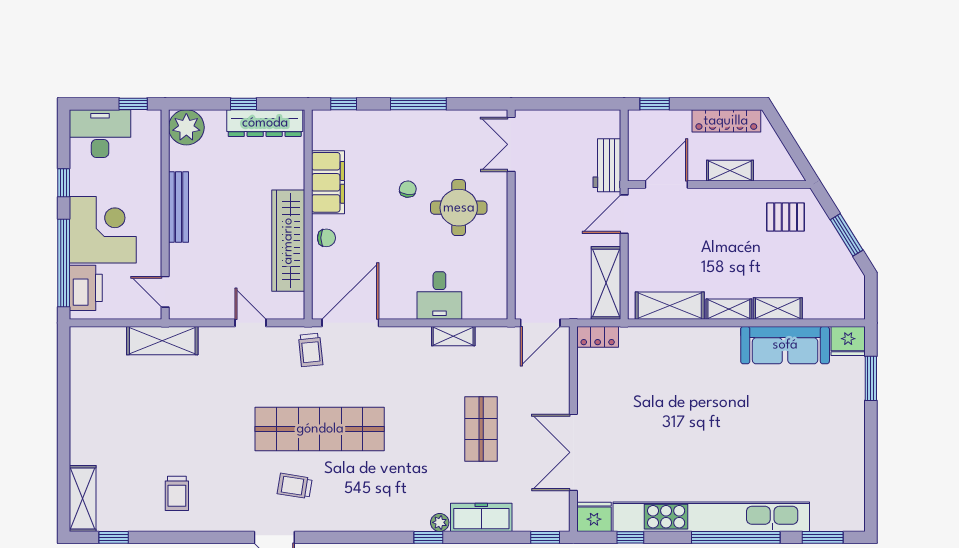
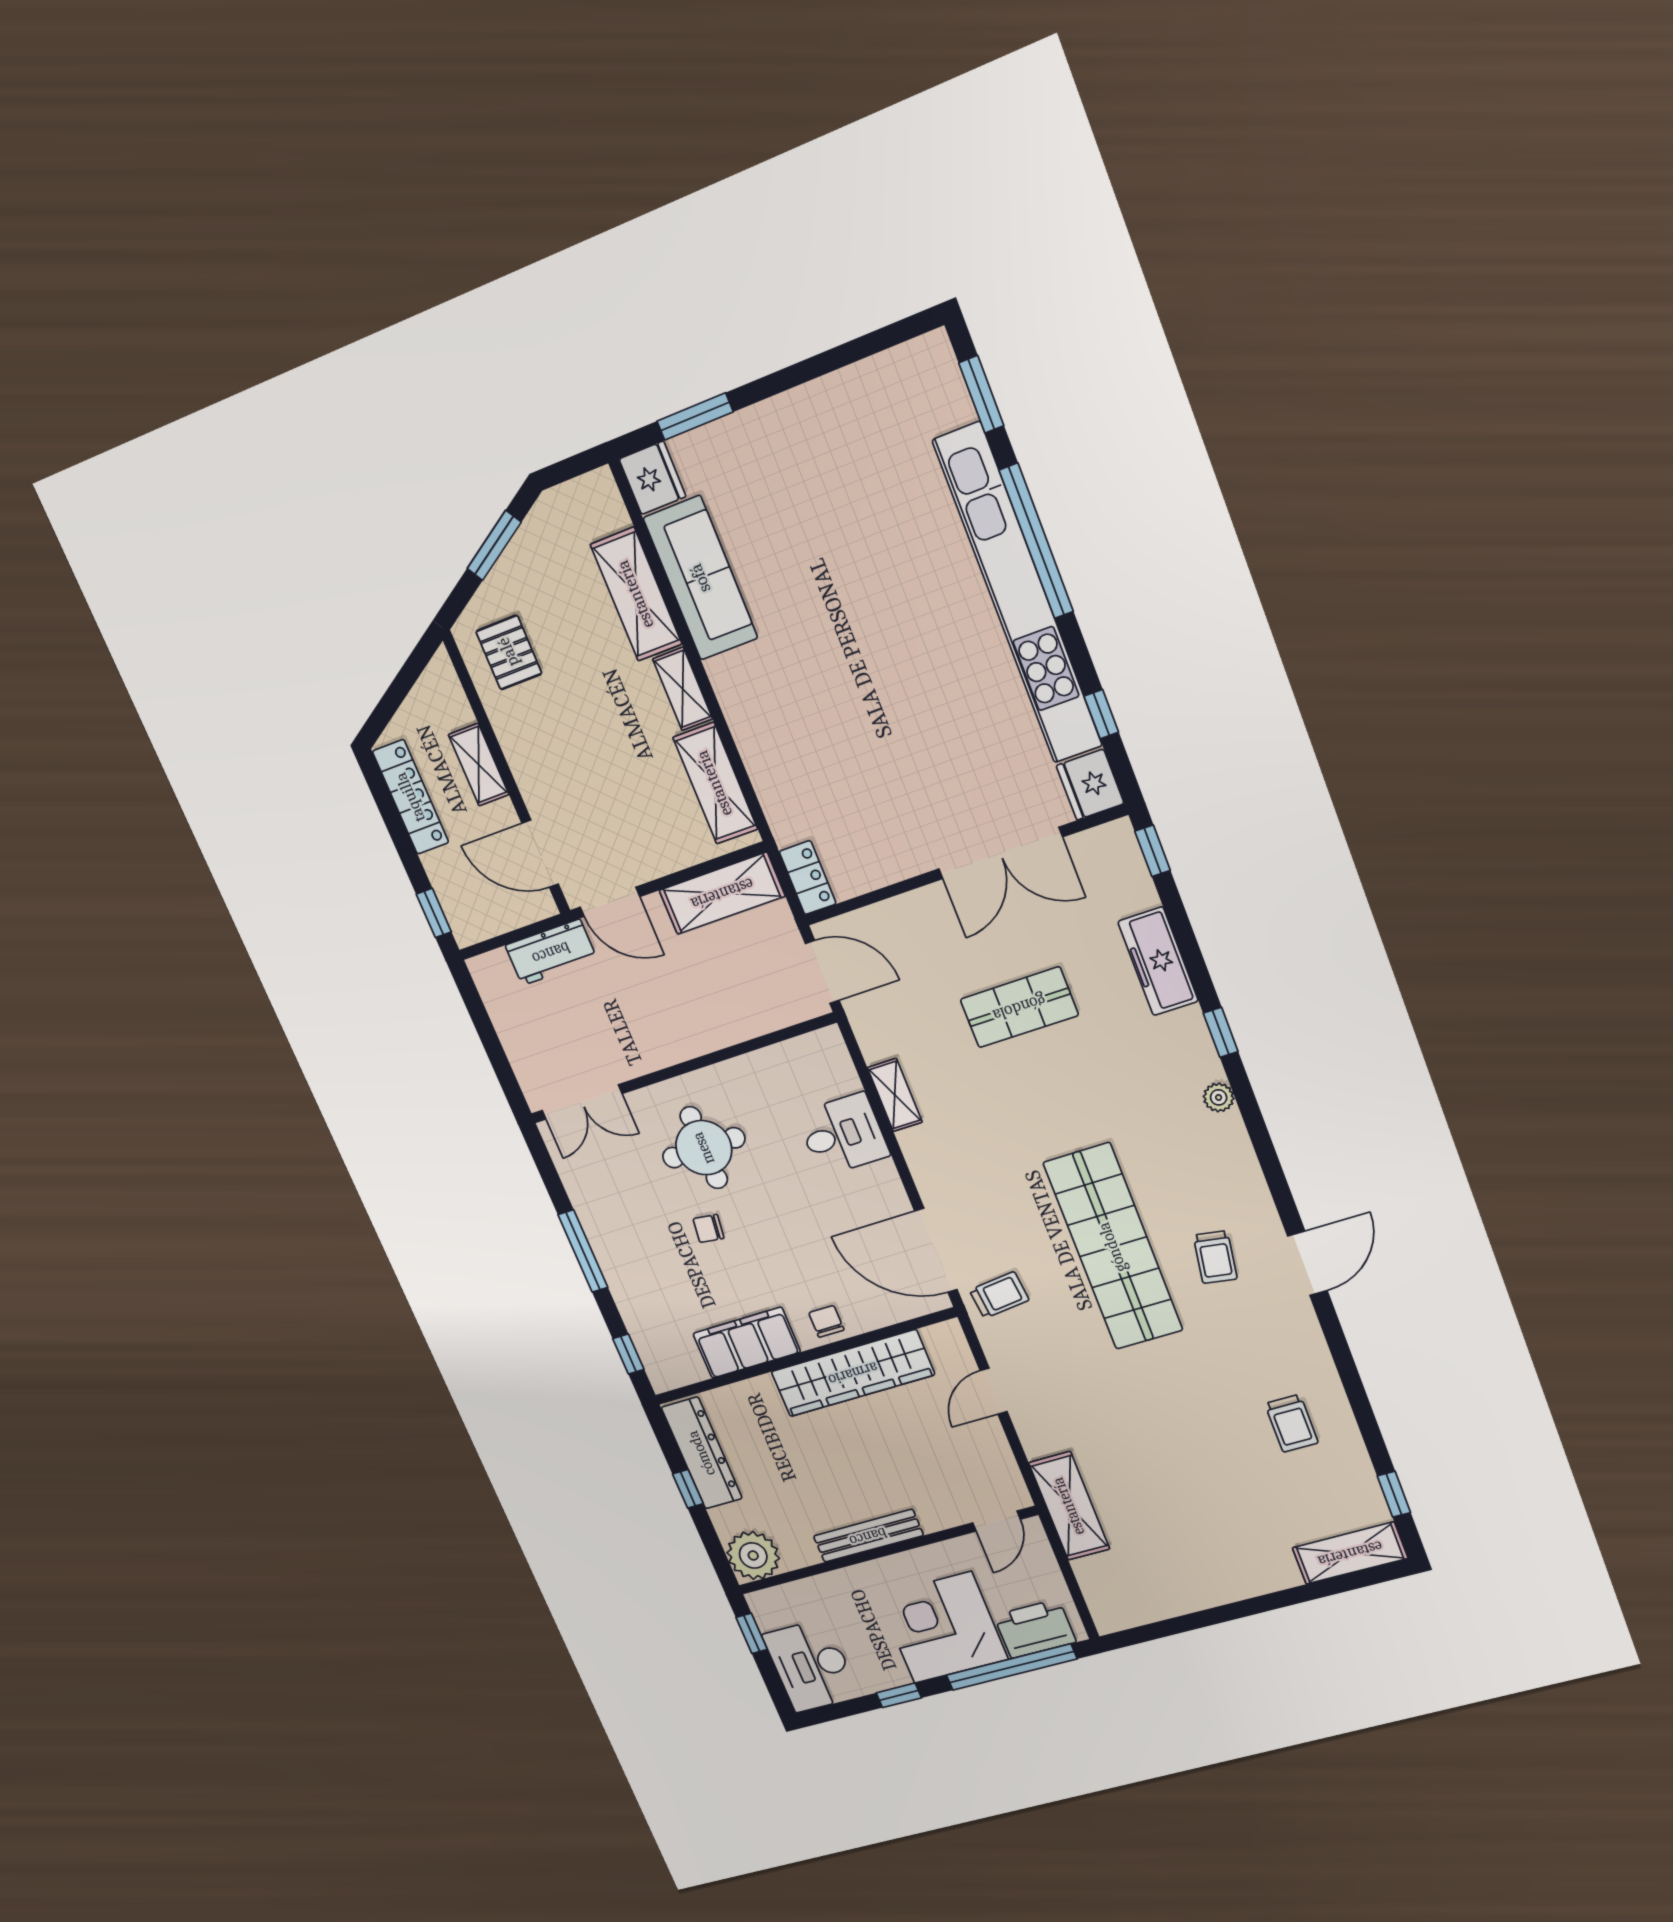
shelving: (778, 308) -> (636, 594), width x1.50, depth x1.33
trolley: (177, 493) -> (1292, 1423), turned 90
plant: (440, 522) -> (1219, 1097), moved

